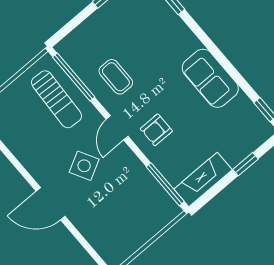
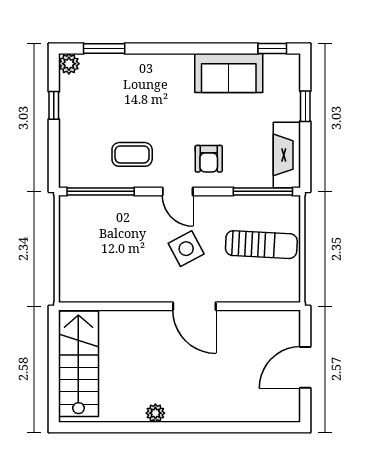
sofa: (210, 78) -> (229, 73), moved
sun lounger: (57, 99) -> (261, 245), moved
door: (51, 204) -> (194, 306), hinge flipped

